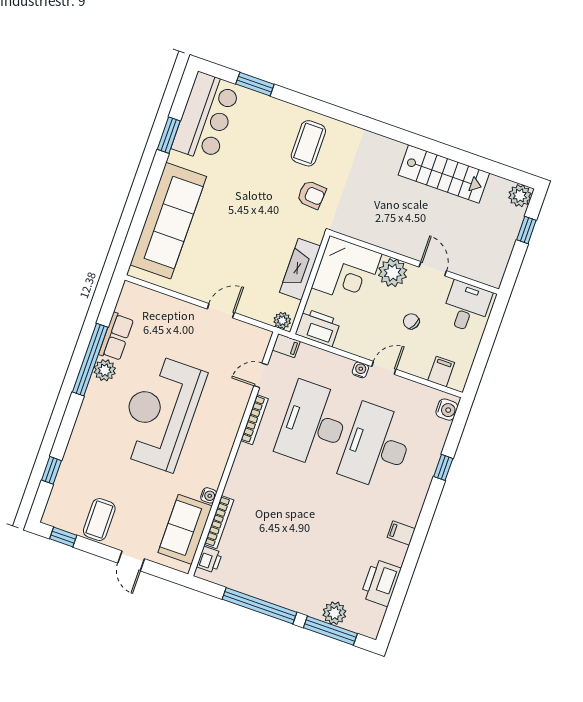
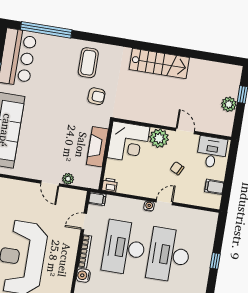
window: (255, 84) -> (46, 30), width x2.11
stairs: (444, 174) -> (159, 64), moved
plant: (520, 196) -> (229, 104), moved
door: (221, 311) -> (50, 183), swing flipped
plant: (282, 321) -> (68, 179), moved
printer: (318, 327) -> (110, 185), width x0.53, depth x0.68
filing cabinet: (441, 372) -> (214, 187), moved, turned -90
water cooler: (447, 410) -> (83, 275), moved, turned 180

